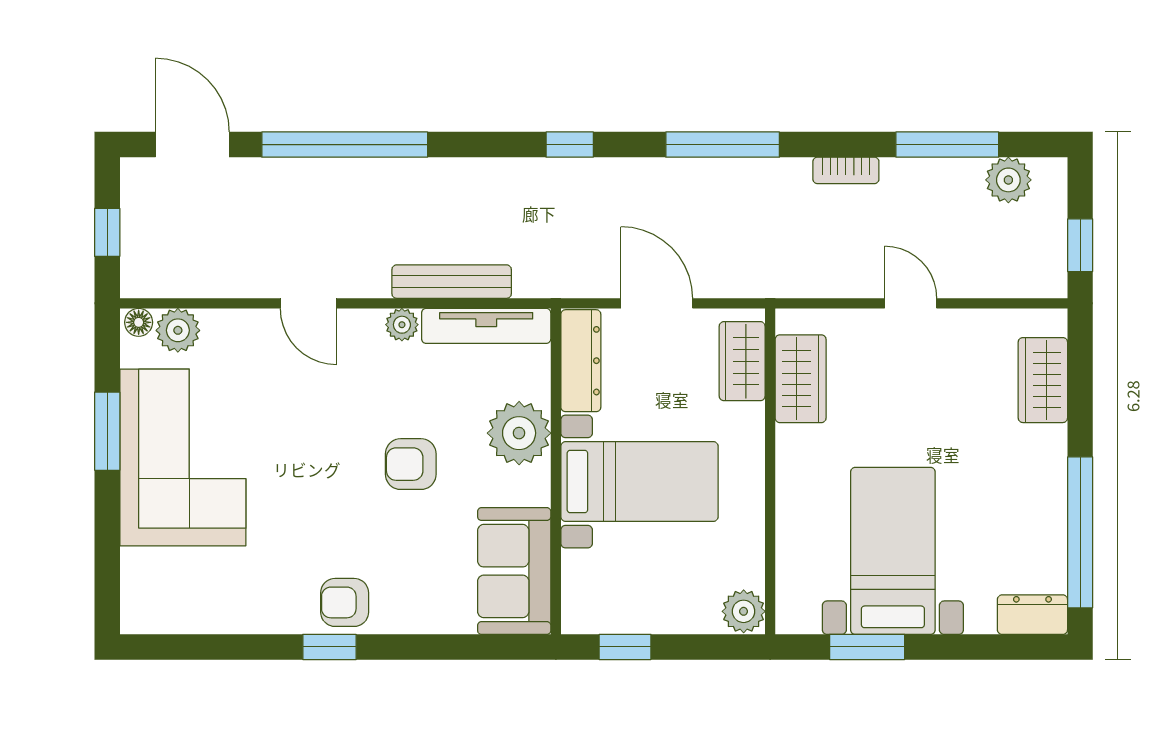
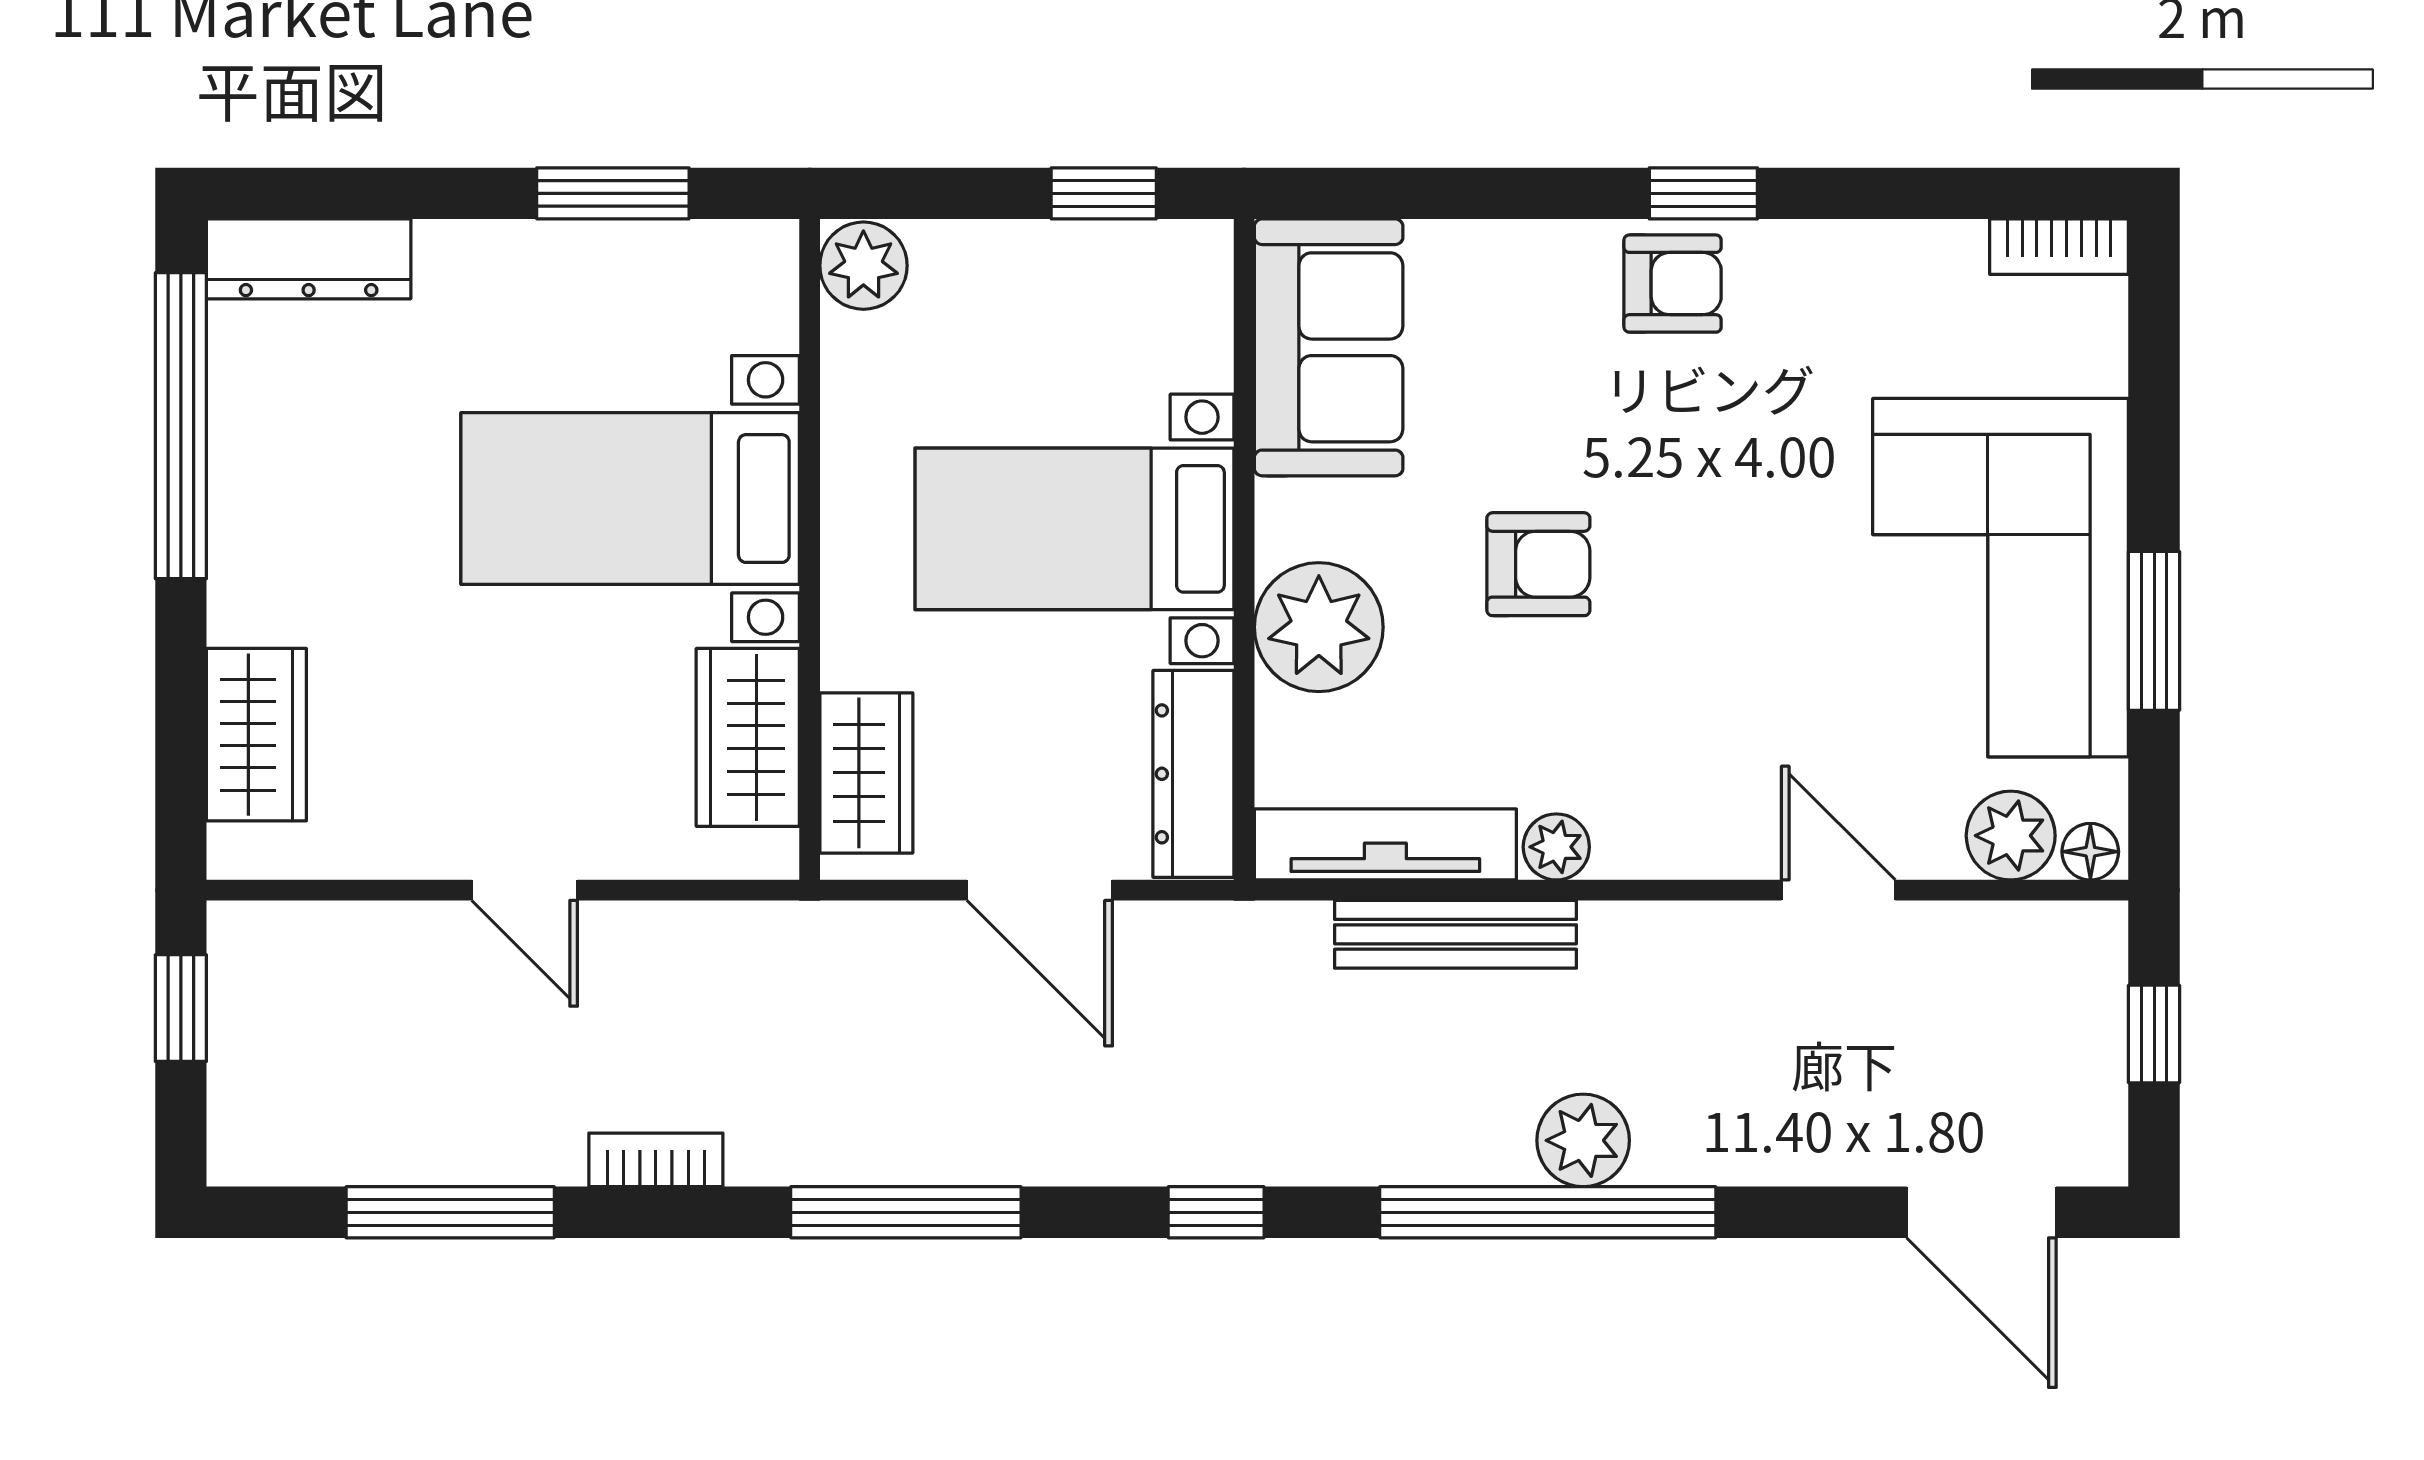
window: (345, 145) -> (1548, 1212), moved
plant: (1008, 180) -> (1583, 1140), moved
door: (308, 303) -> (1838, 890), moved
bed with nightstands: (893, 551) -> (630, 499), moved, turned 90
dresser: (1032, 615) -> (309, 259), width x1.44
bookcase: (154, 621) -> (2059, 247), added

